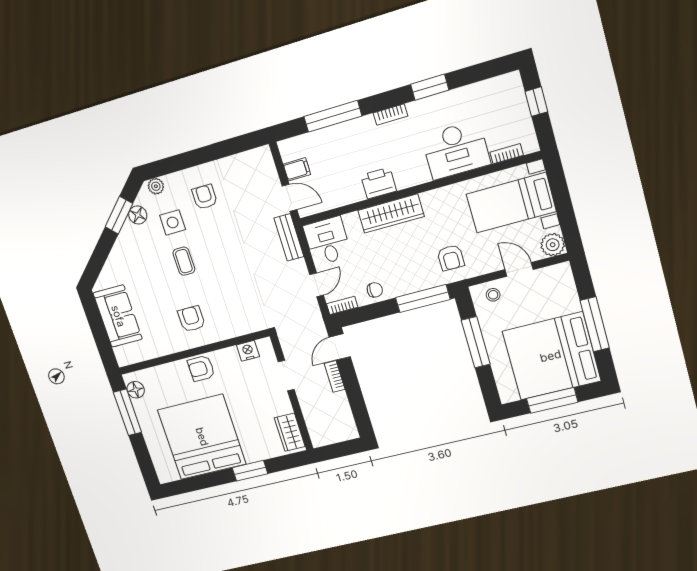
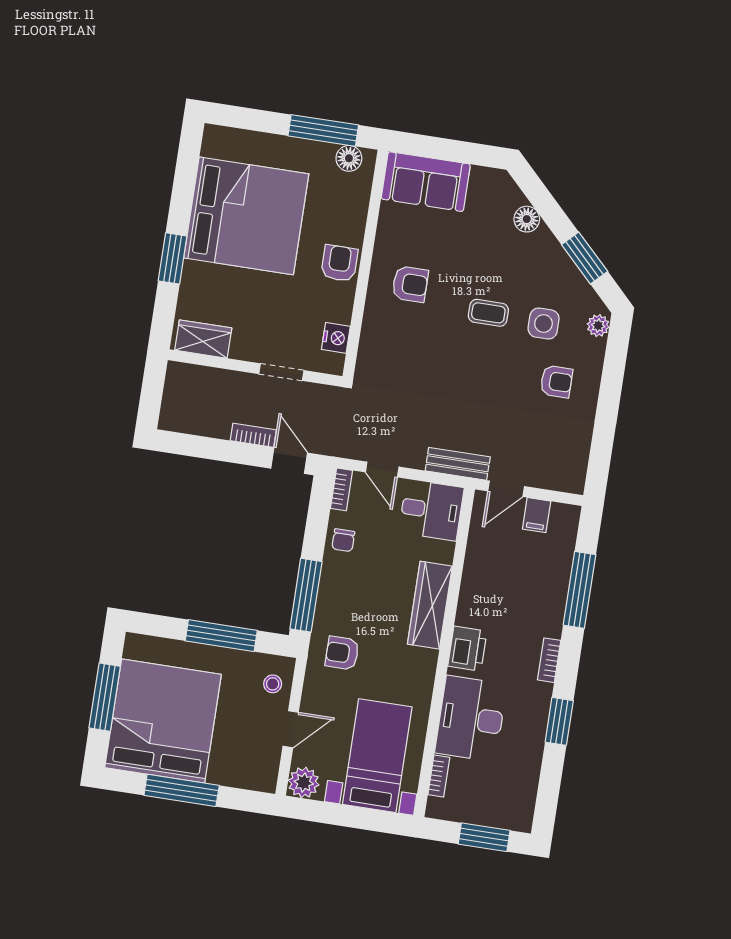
window: (536, 102) -> (484, 837), width x1.50
printer: (379, 183) -> (467, 649), moved
floor lamp: (138, 215) -> (527, 219), moved
sofa: (118, 316) -> (426, 182), moved

